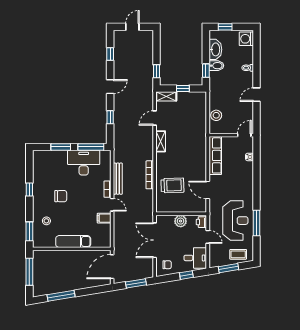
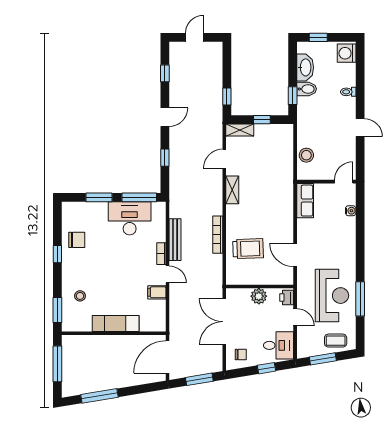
door: (256, 95) -> (360, 128), swing flipped
row of seats: (215, 155) -> (305, 201), width x0.68
chair: (61, 196) -> (77, 240), moved

